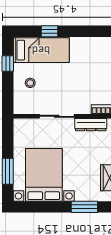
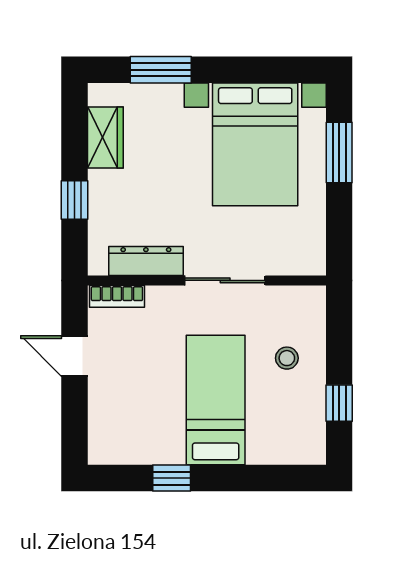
window: (49, 31) -> (172, 478), moved
bed: (41, 50) -> (216, 400), moved, turned 90

